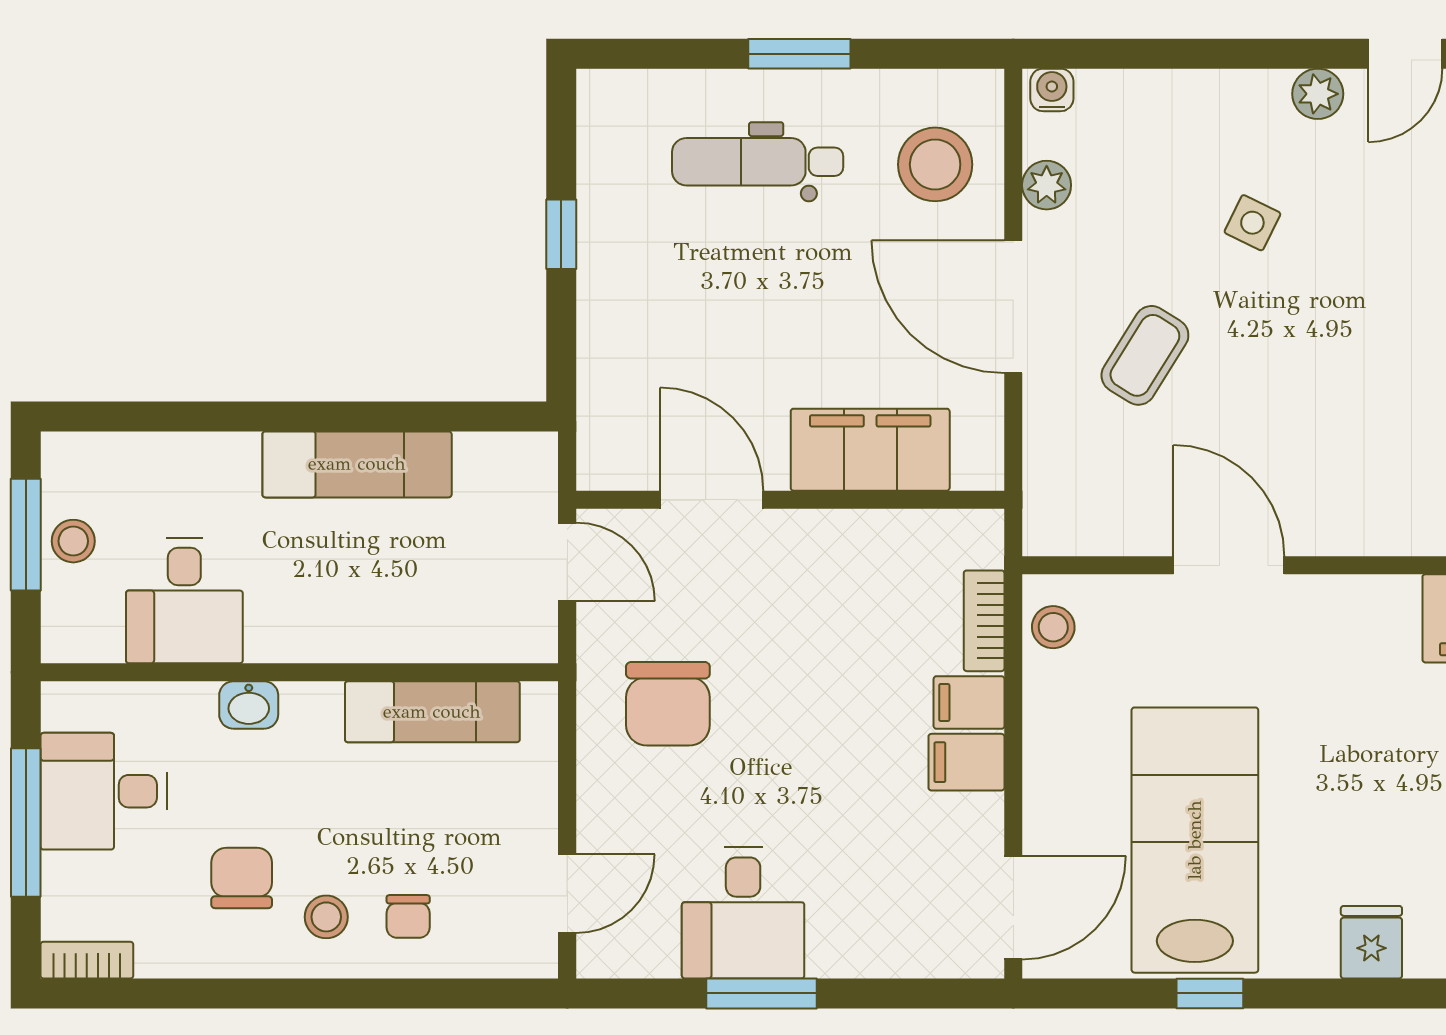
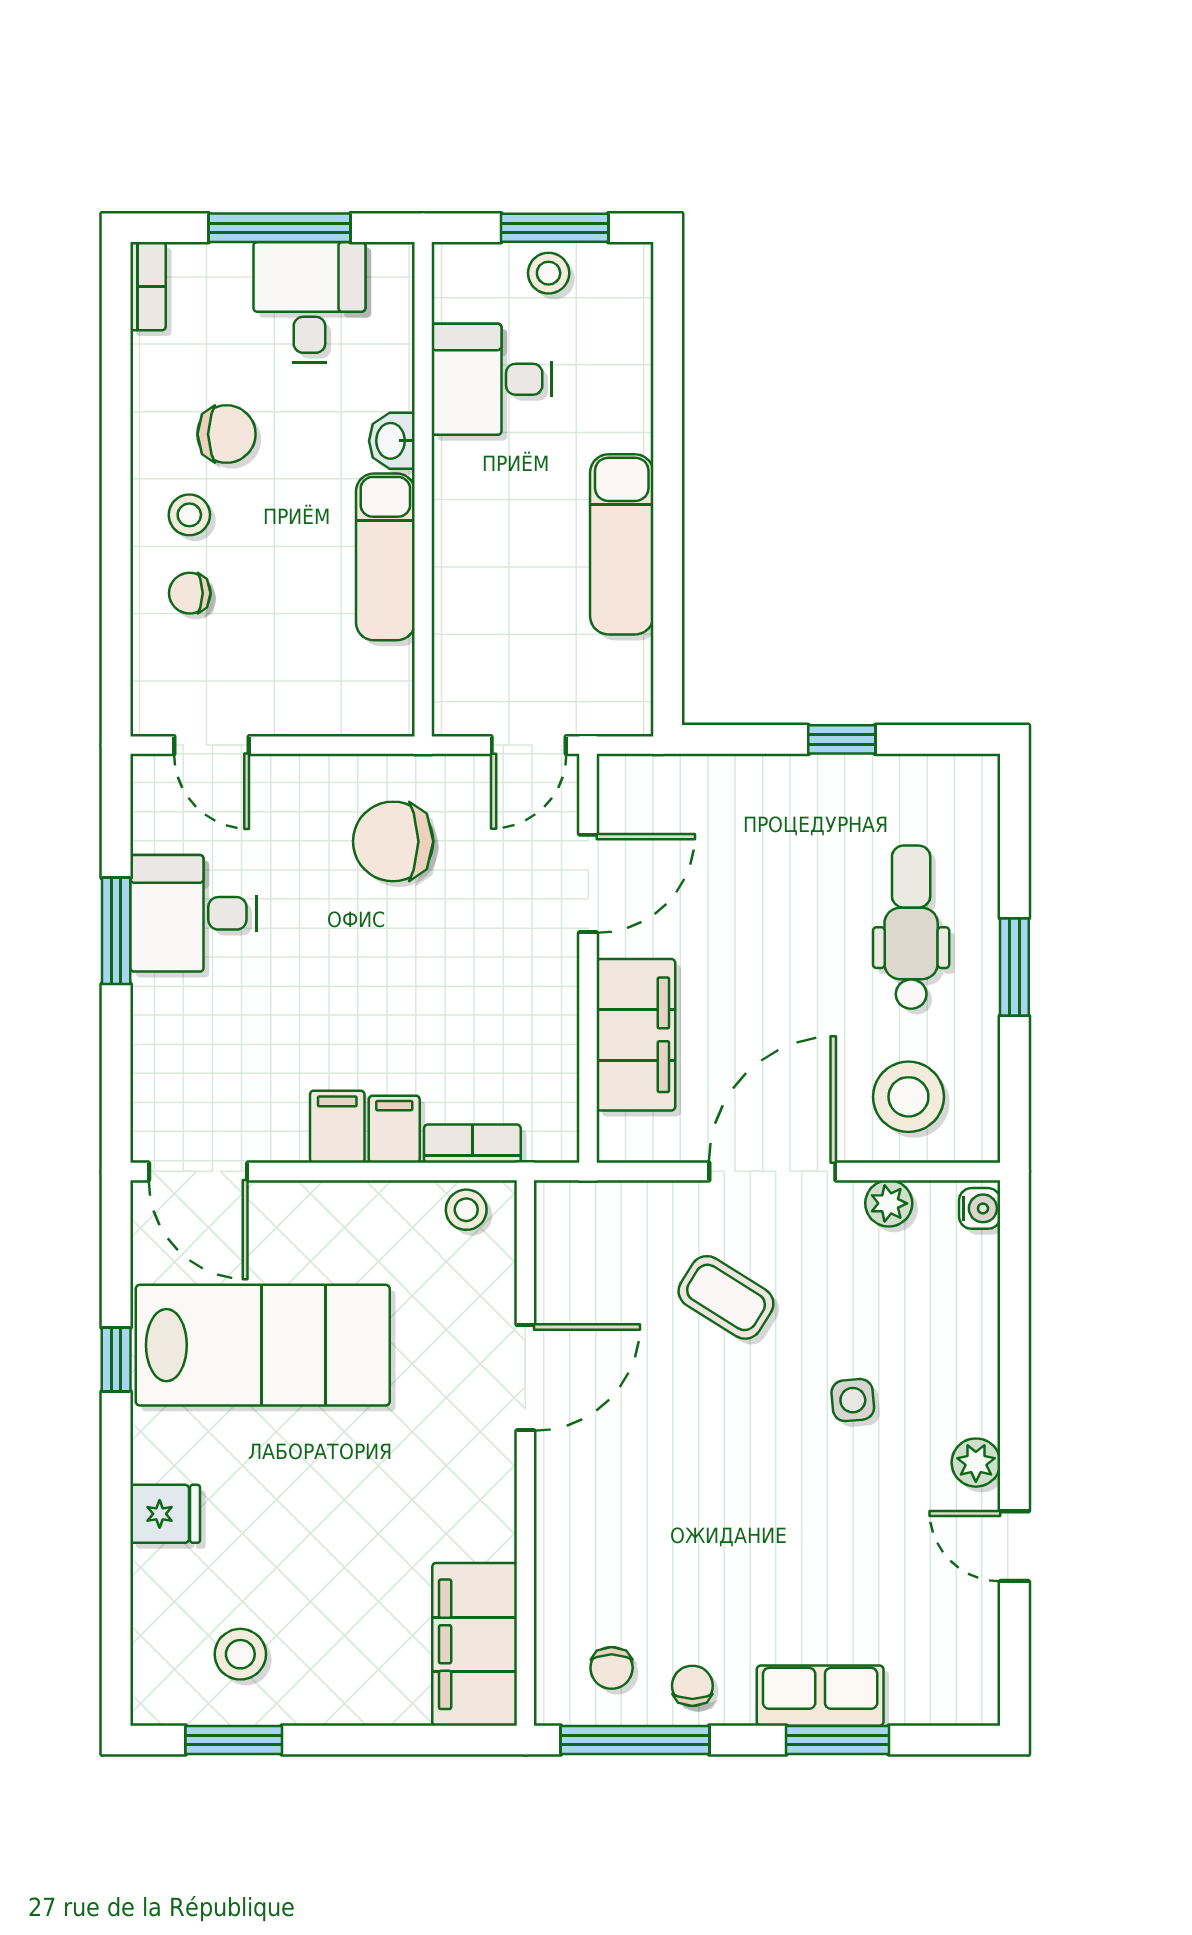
side table: (1252, 223) -> (853, 1400), turned -31
exam couch: (432, 712) -> (385, 557), moved

